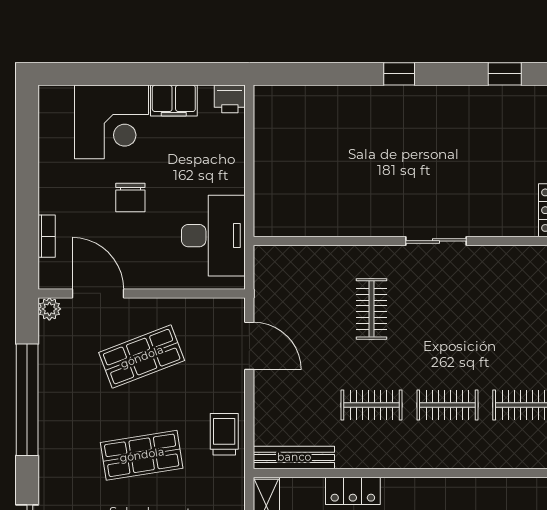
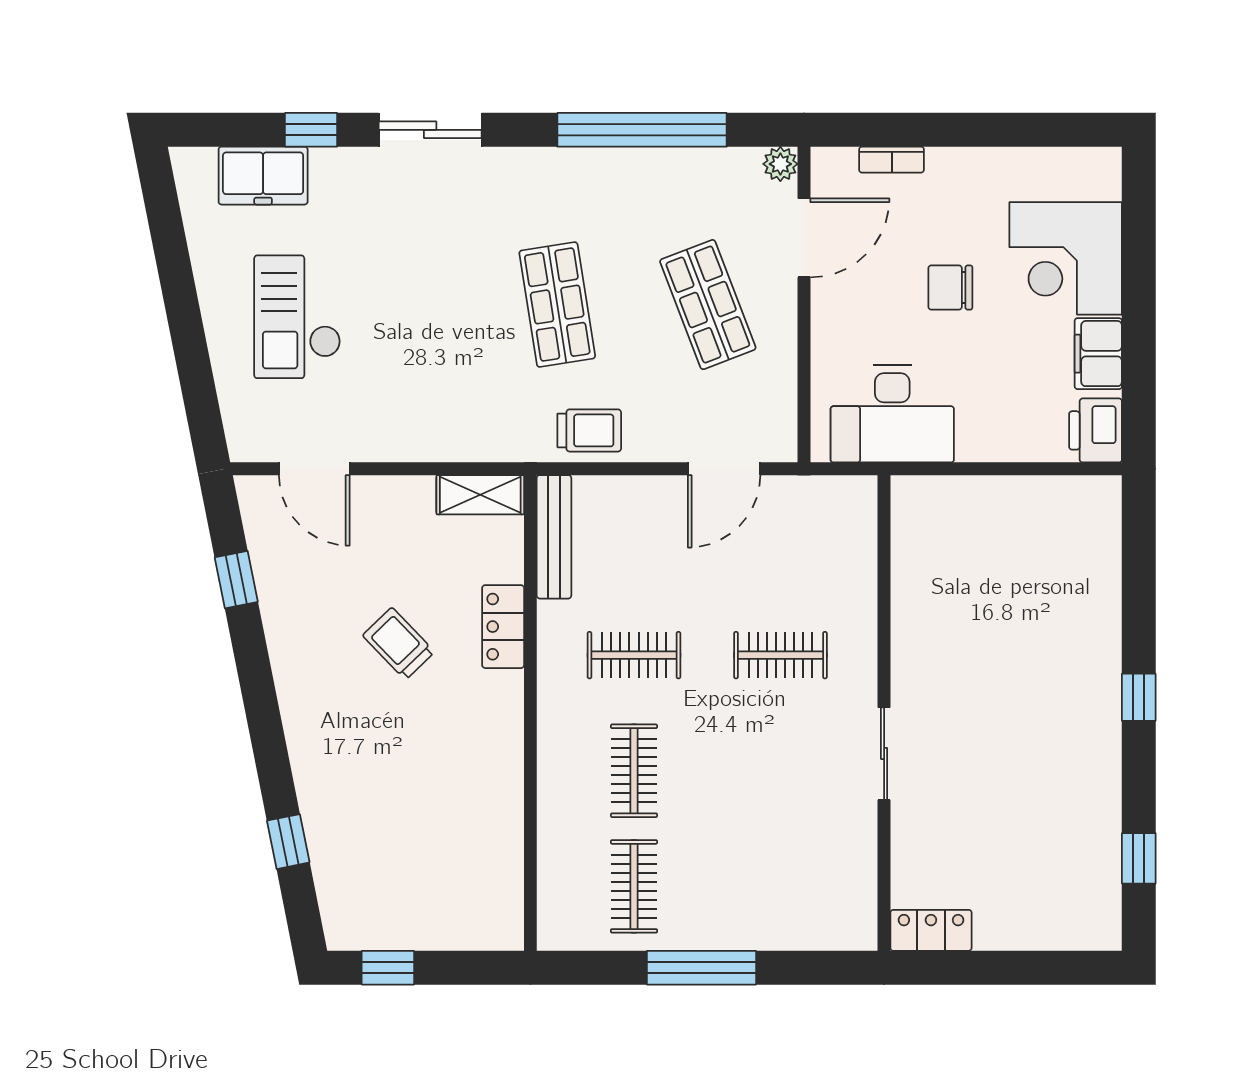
printer: (230, 99) -> (1095, 430), width x1.36, depth x1.24
clothes rail: (372, 405) -> (634, 655), turned 90

